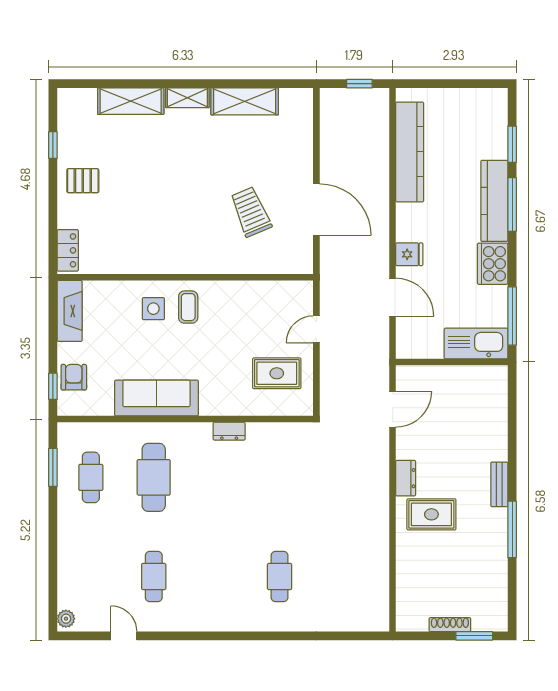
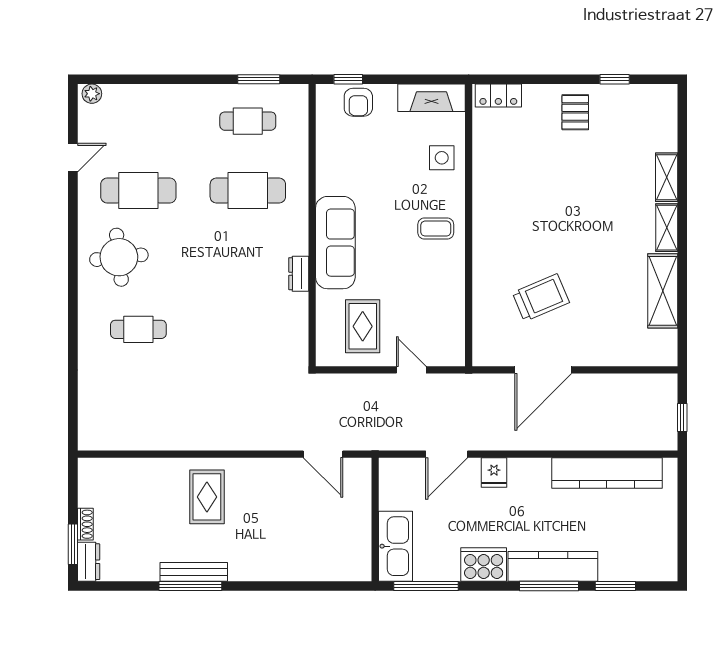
shelving: (131, 101) -> (667, 177), width x0.67, depth x0.75
side table: (153, 309) -> (442, 158), moved
armchair: (74, 377) -> (358, 102), turned 90
sofa: (156, 398) -> (335, 243), moved
dresser: (406, 478) -> (89, 562), moved, turned -90
bench: (499, 484) -> (194, 572), moved, width x1.36
cafe table: (154, 576) -> (138, 191), width x1.37, depth x1.35
round table: (214, 594) -> (119, 257), added
shoe rack: (450, 625) -> (85, 524), width x0.70

